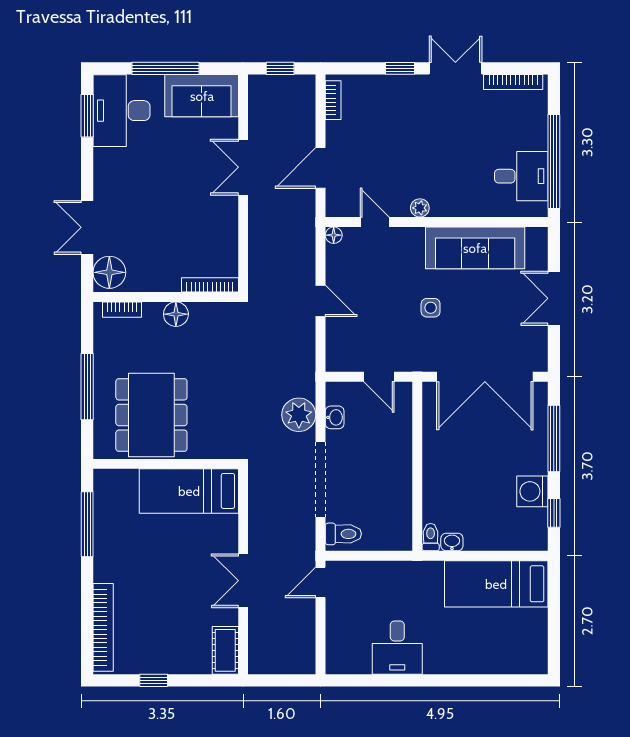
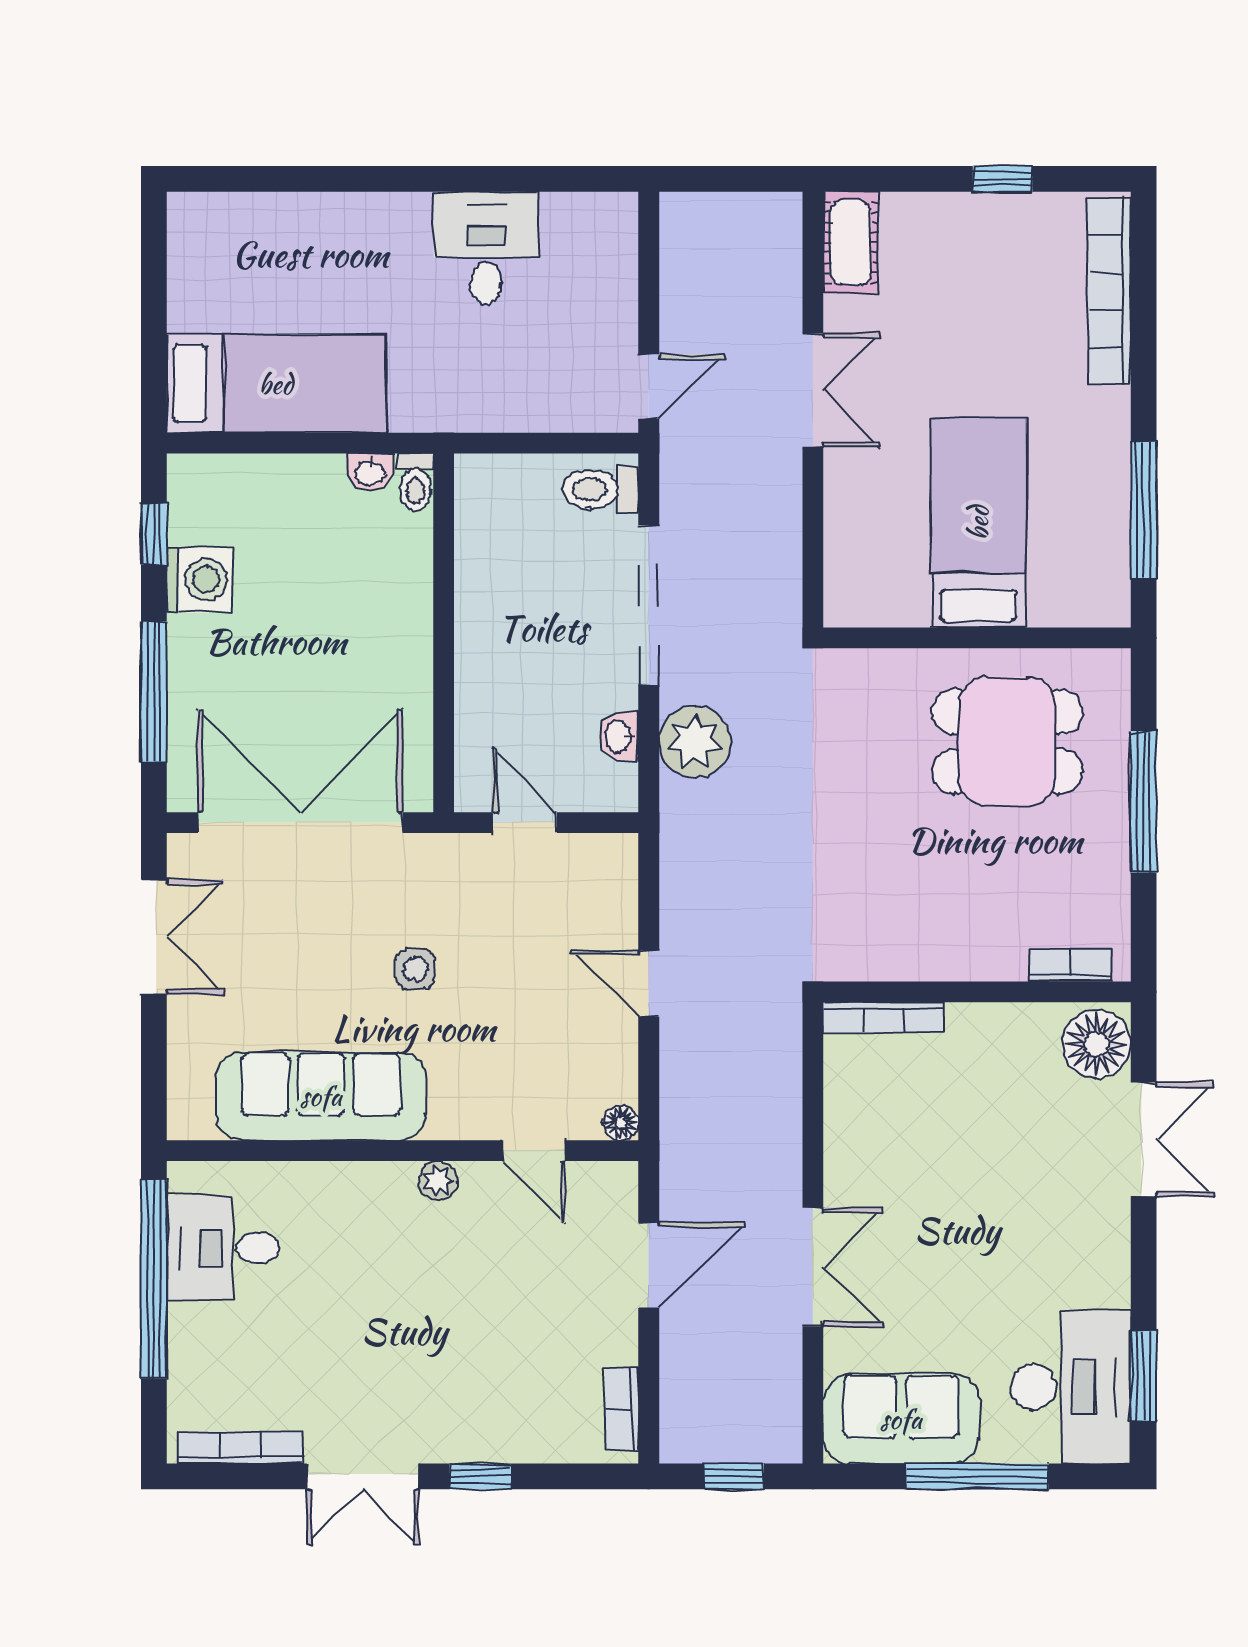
double door: (554, 298) -> (154, 937), moved
floor lamp: (176, 314) -> (955, 955), removed
dining table: (151, 415) -> (1007, 742), width x0.73
bed: (189, 491) -> (978, 523), moved, turned -90

